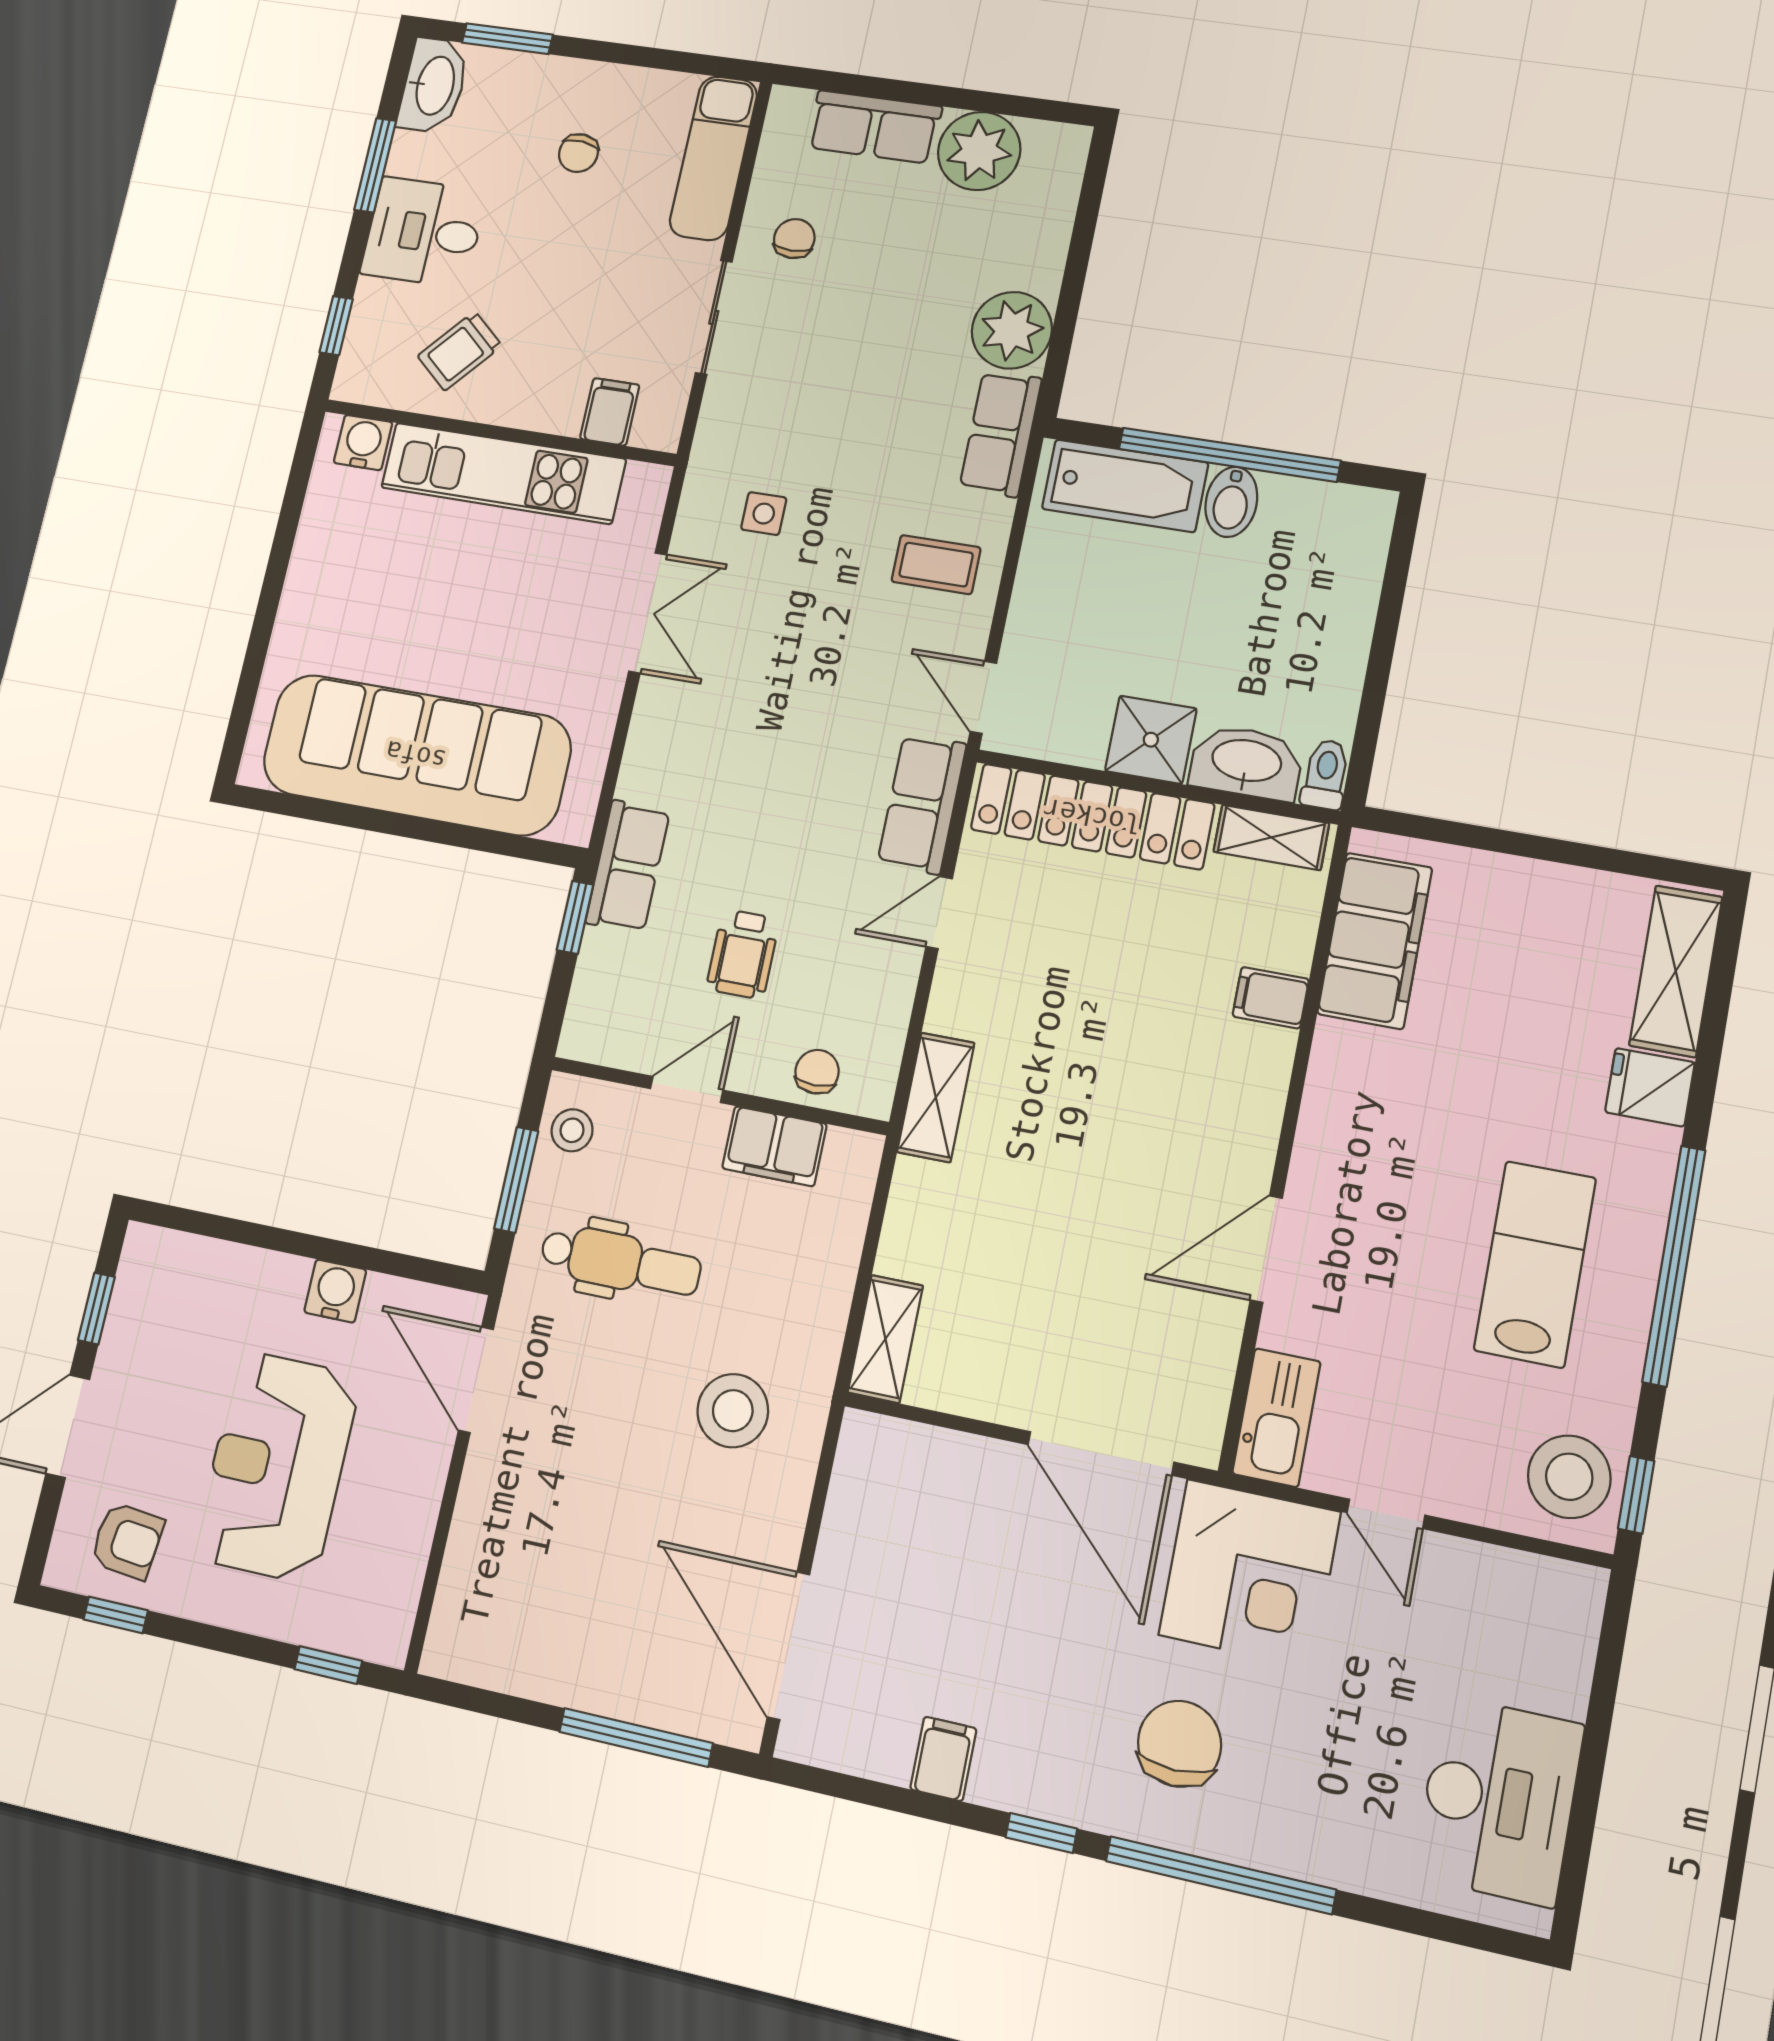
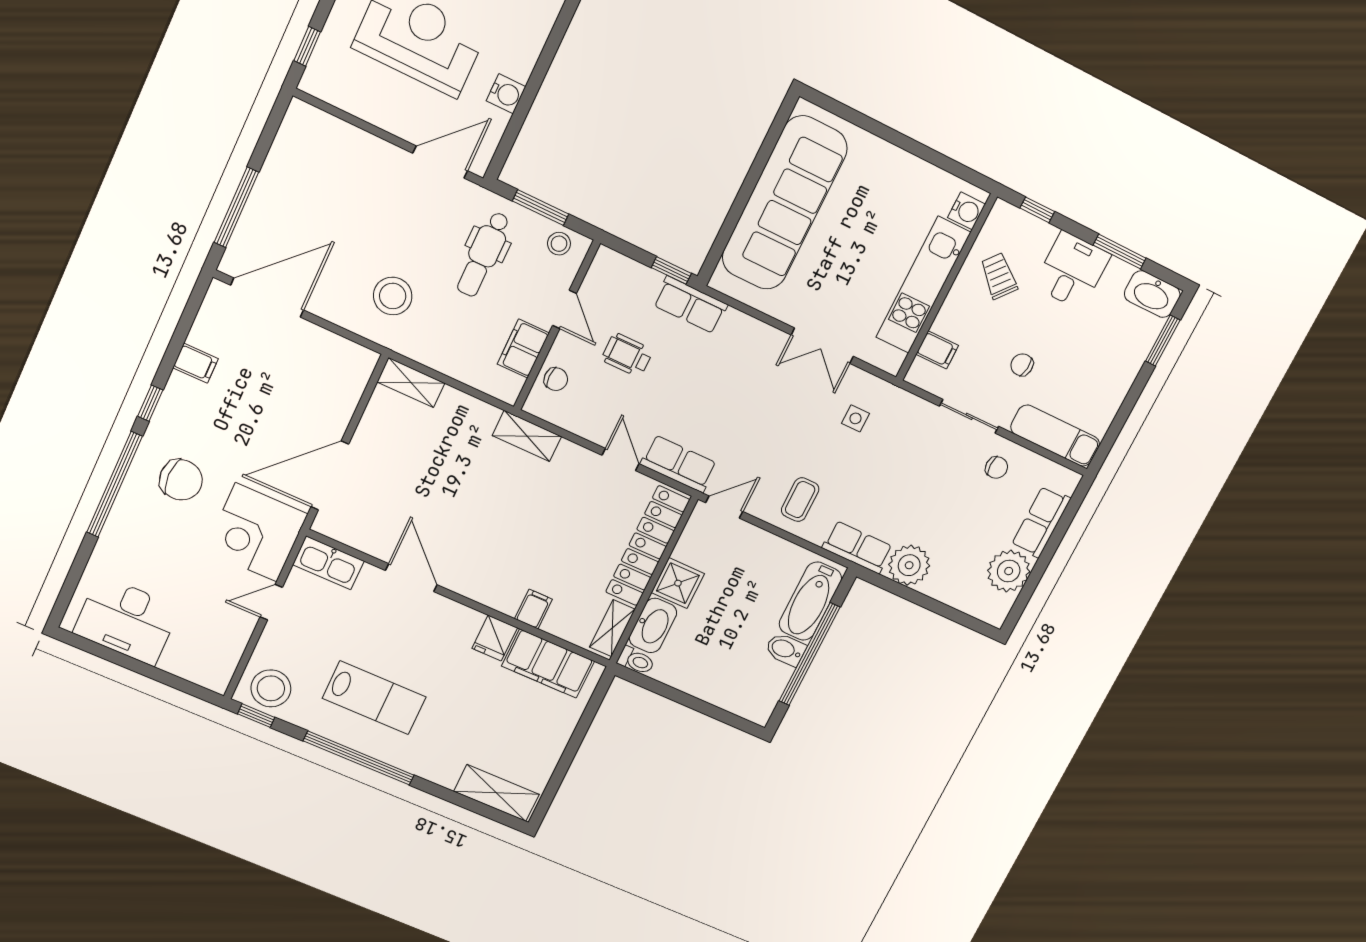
chair: (578, 153) -> (1022, 365), moved
fridge: (1650, 1087) -> (495, 638), moved, turned 180

